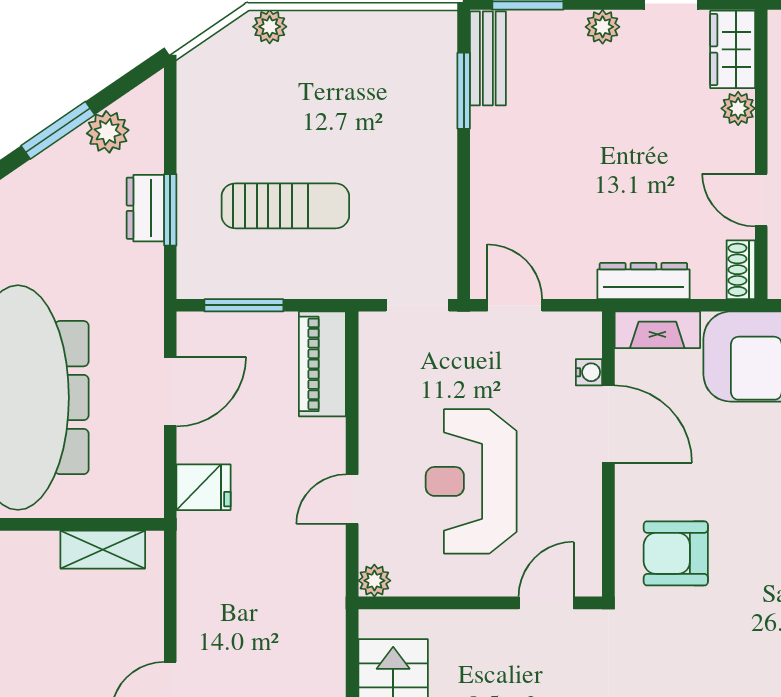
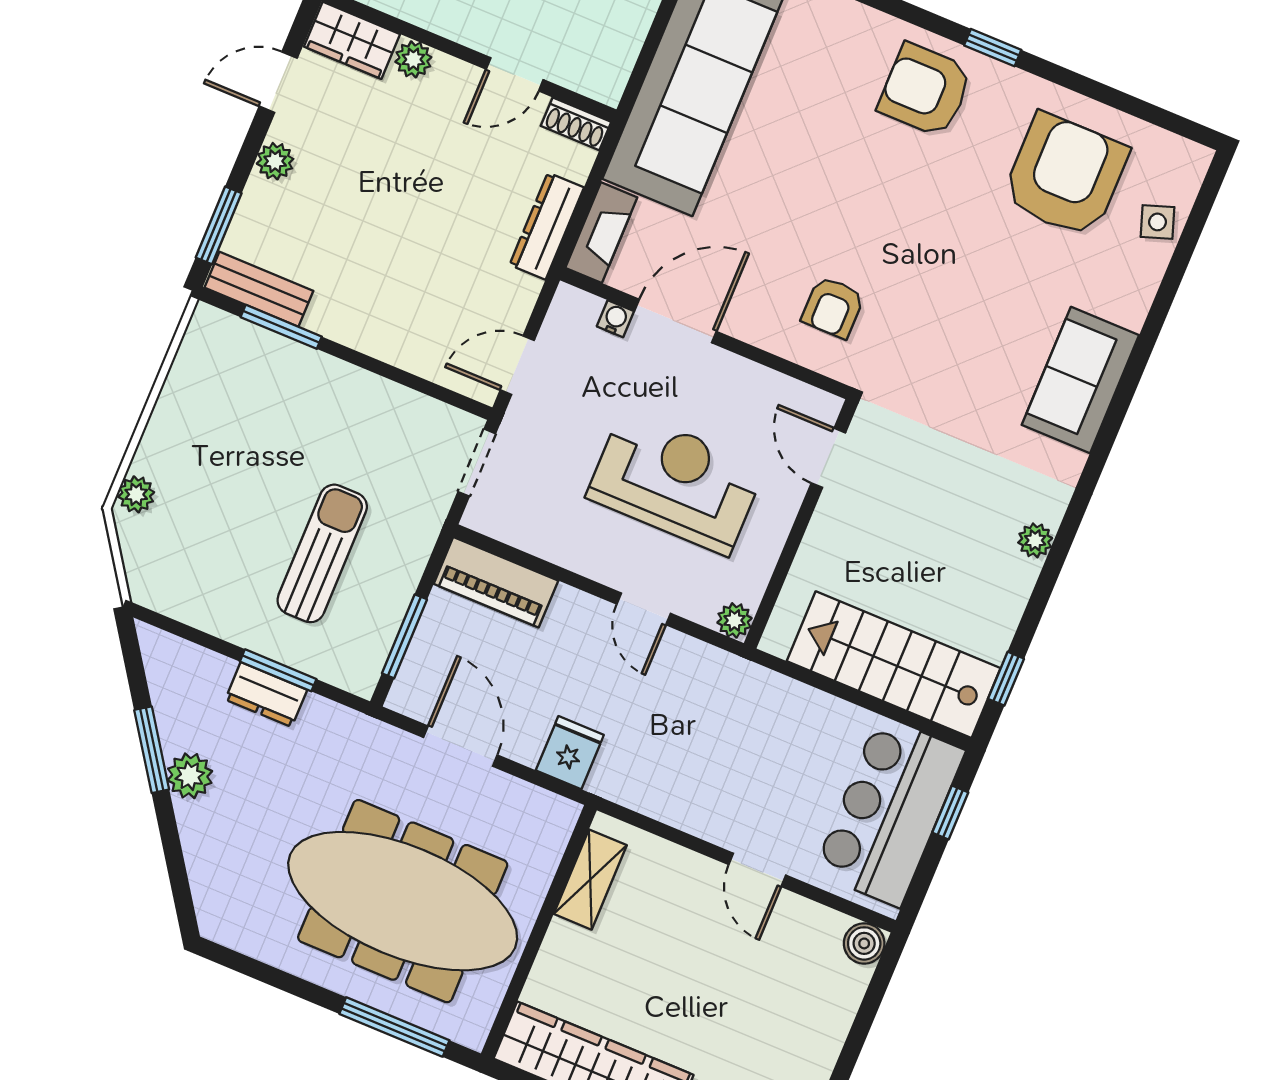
plant: (108, 132) -> (190, 776), moved
reception desk: (471, 481) -> (676, 482), turned 180
armchair: (676, 553) -> (833, 307), width x0.72, depth x0.72

